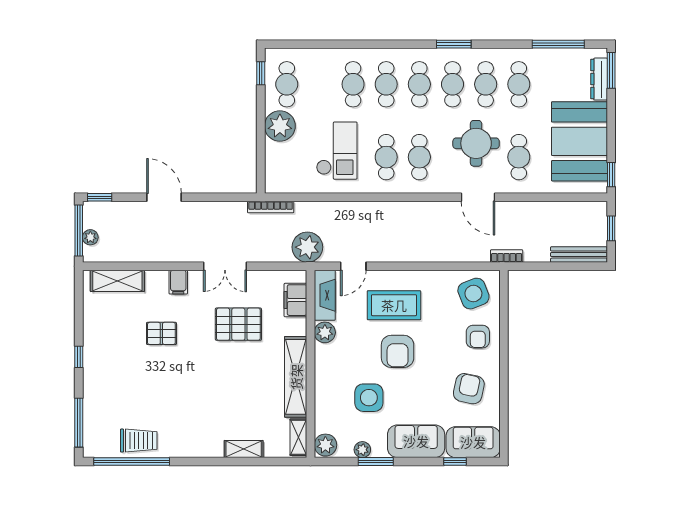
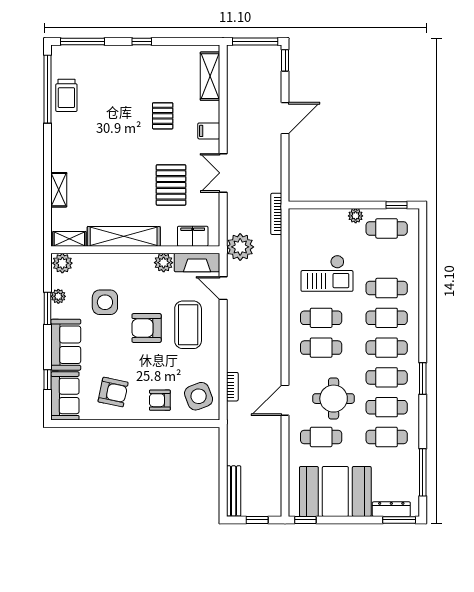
plant: (280, 126) -> (356, 216), width x0.53, depth x0.53
plant: (90, 237) -> (249, 52), removed
bookcase: (507, 256) -> (232, 387), moved

